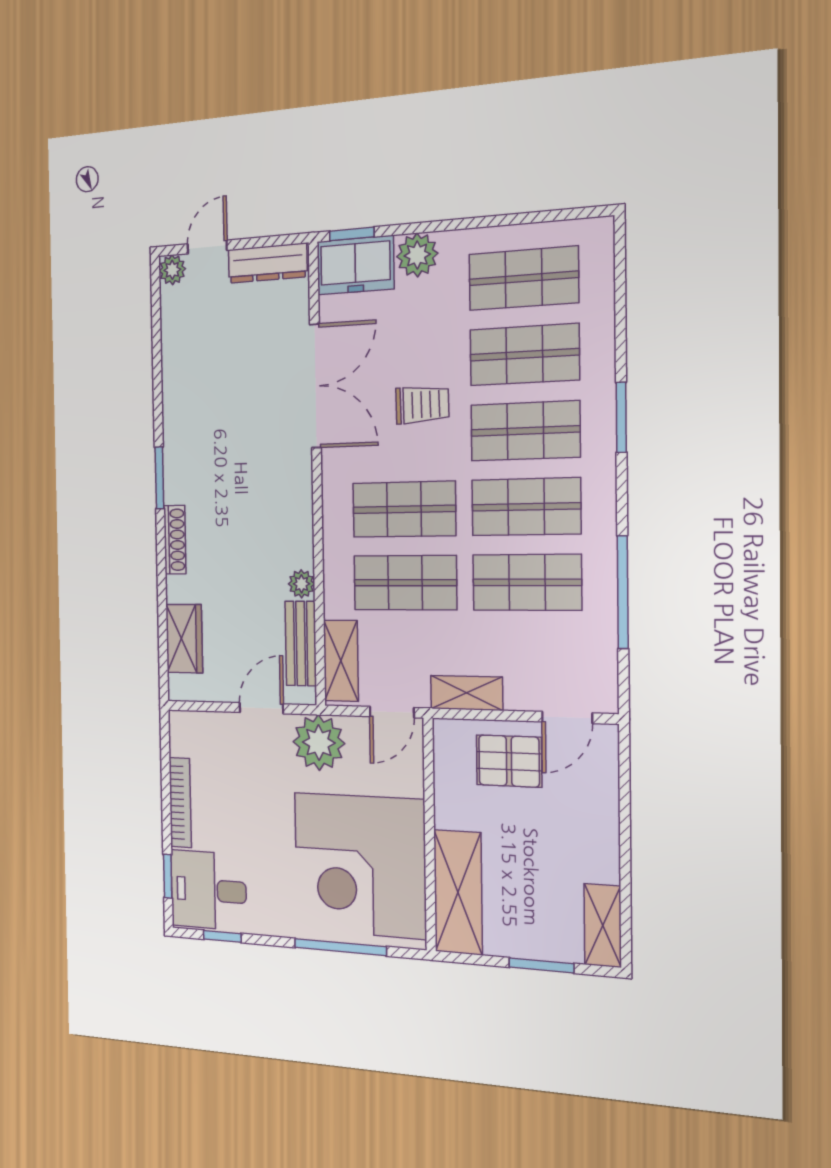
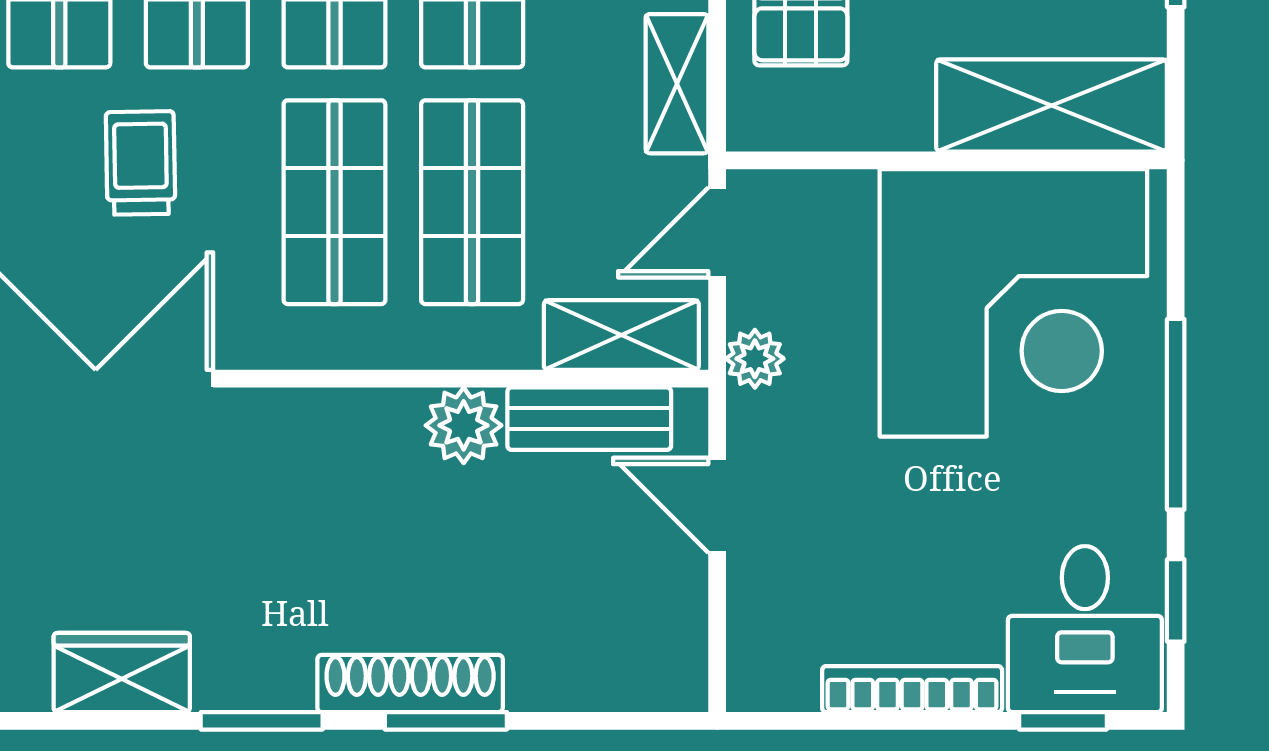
shoe rack: (175, 540) -> (410, 683), width x1.36, depth x1.24
window: (161, 570) -> (446, 721), added
plant: (301, 584) -> (464, 425), width x1.38, depth x1.38
wardrobe: (184, 639) -> (122, 673), moved
door: (392, 712) -> (717, 232), swing flipped
plant: (319, 743) -> (755, 359), width x0.53, depth x0.53
window: (340, 947) -> (1176, 414), moved

